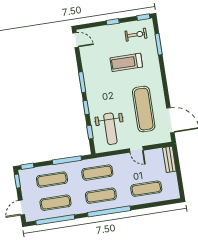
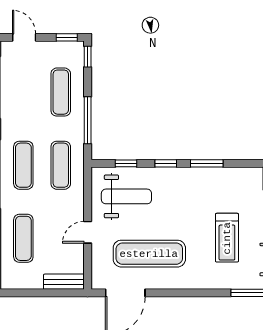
treadmill: (126, 62) -> (227, 238), turned 180
weight bench: (110, 129) -> (126, 196), turned 180
exercise mat: (56, 203) -> (23, 92), removed

